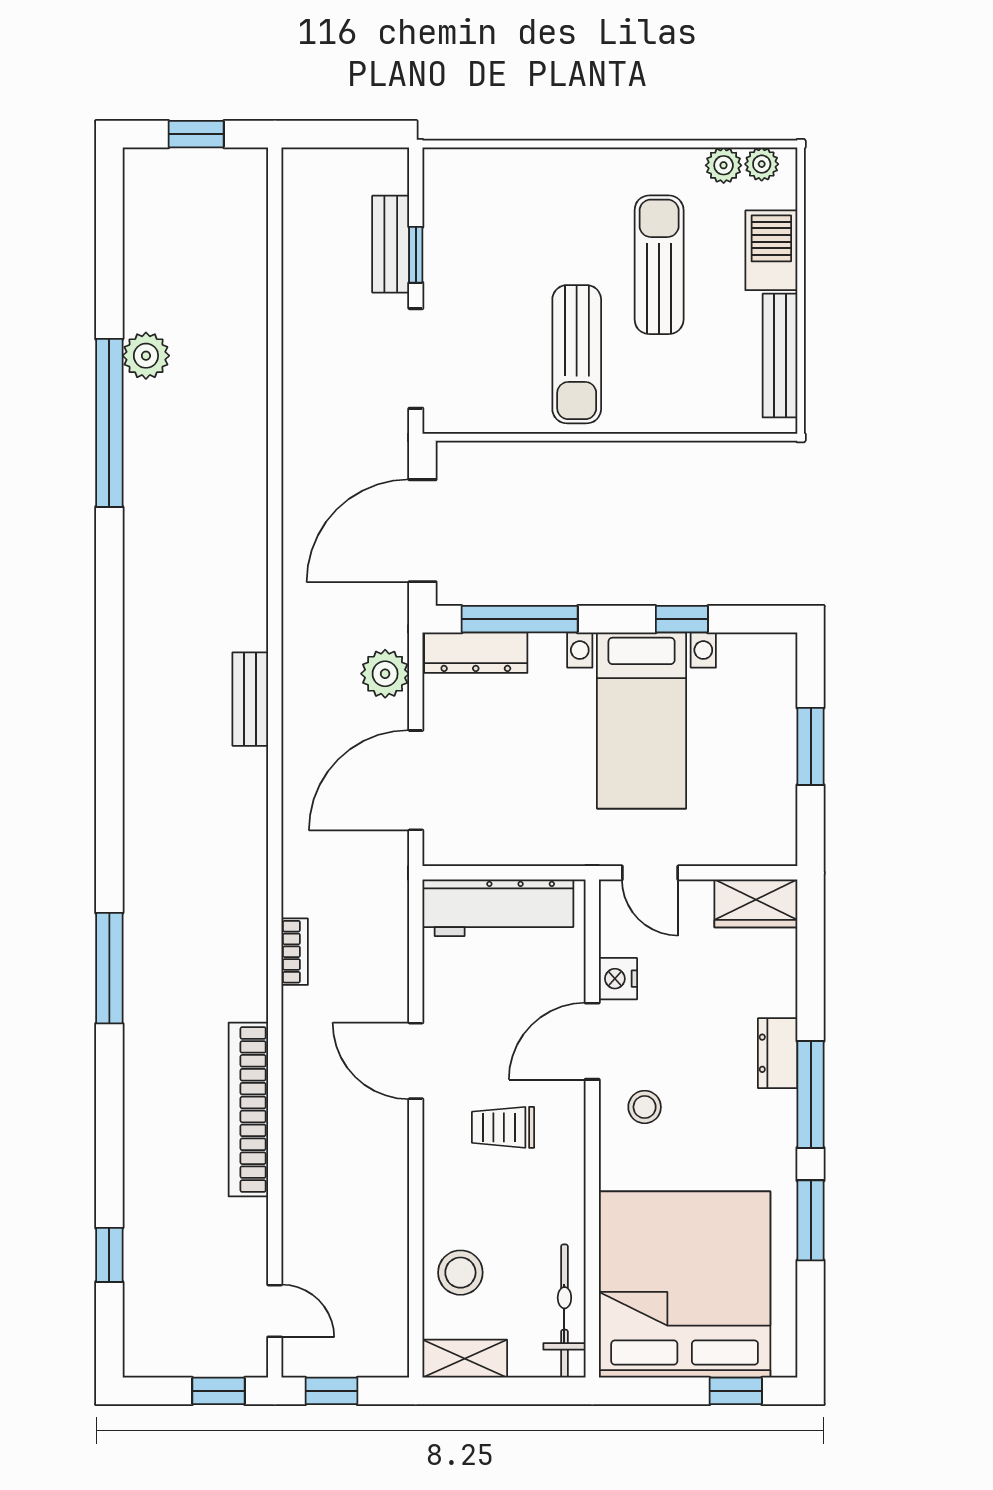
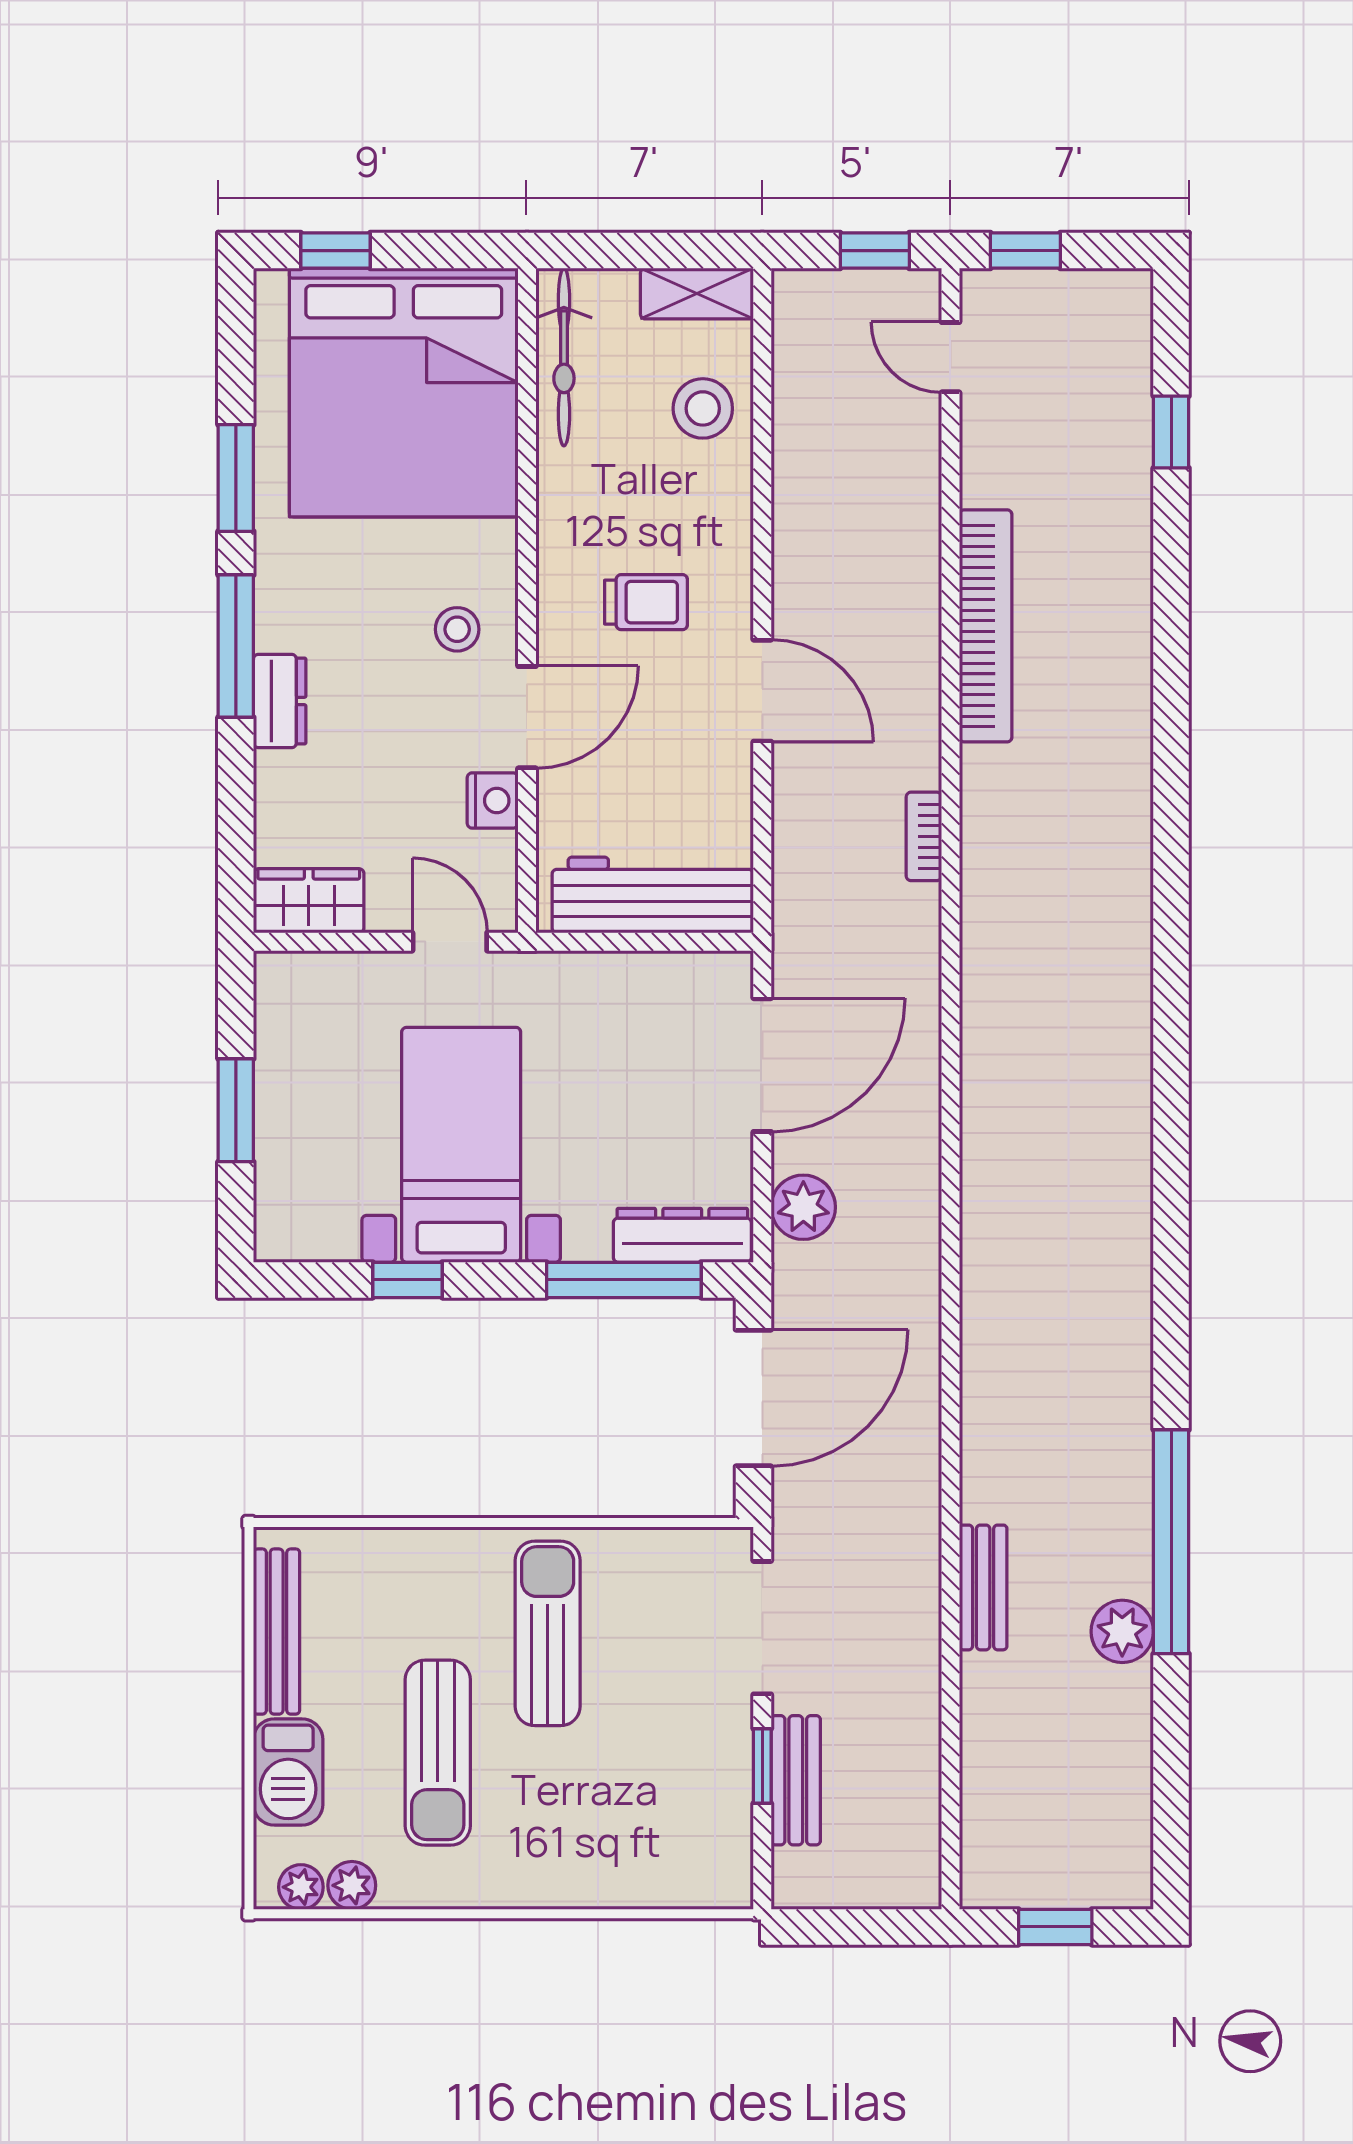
bench: (250, 699) -> (983, 1587), moved
window: (109, 968) -> (1171, 814), removed

